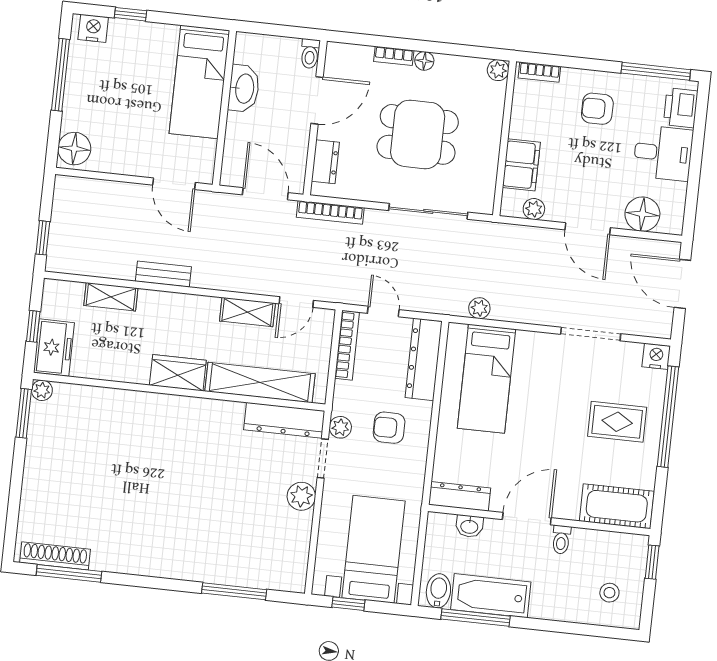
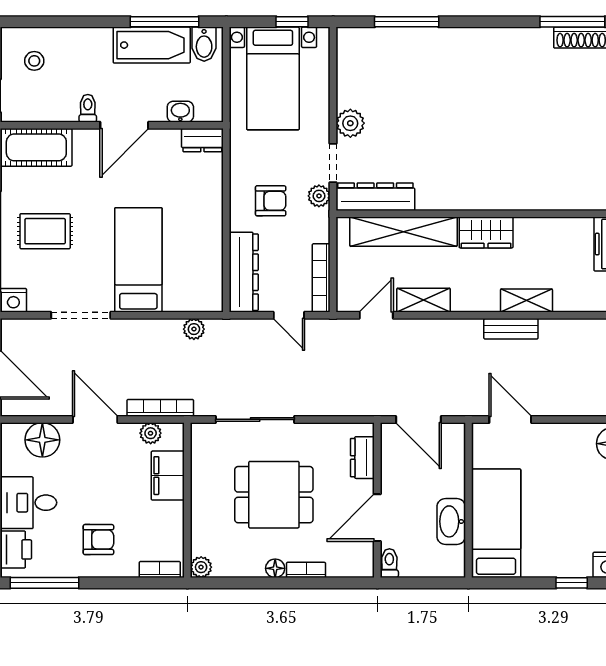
bookcase: (330, 212) -> (160, 408), moved
shelving: (111, 297) -> (526, 301), moved
bed: (486, 379) -> (138, 260), moved
dresser: (460, 496) -> (202, 140), width x0.70

